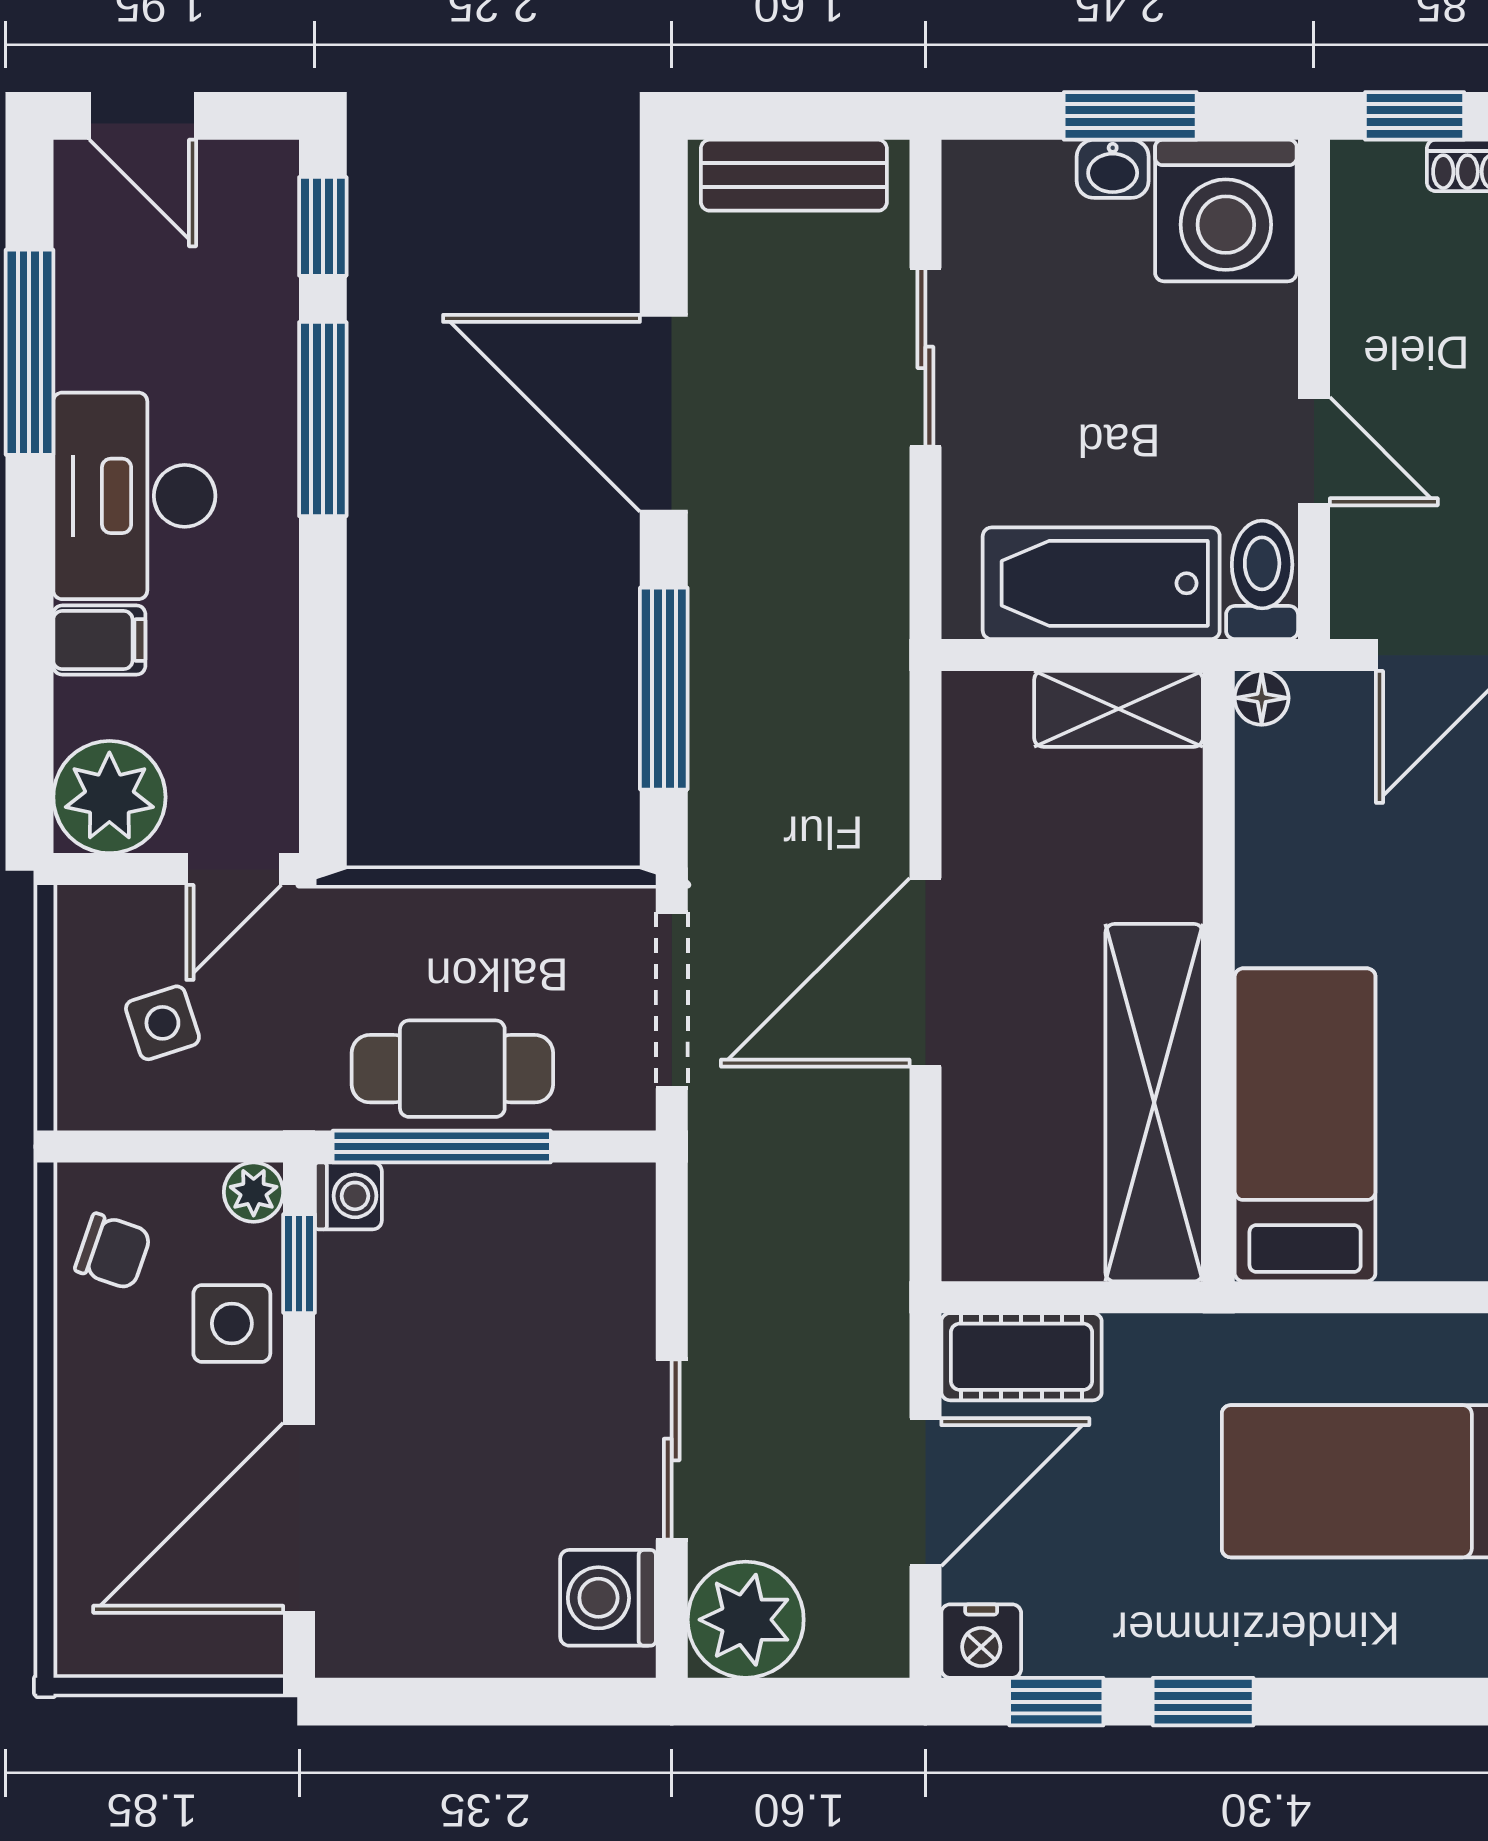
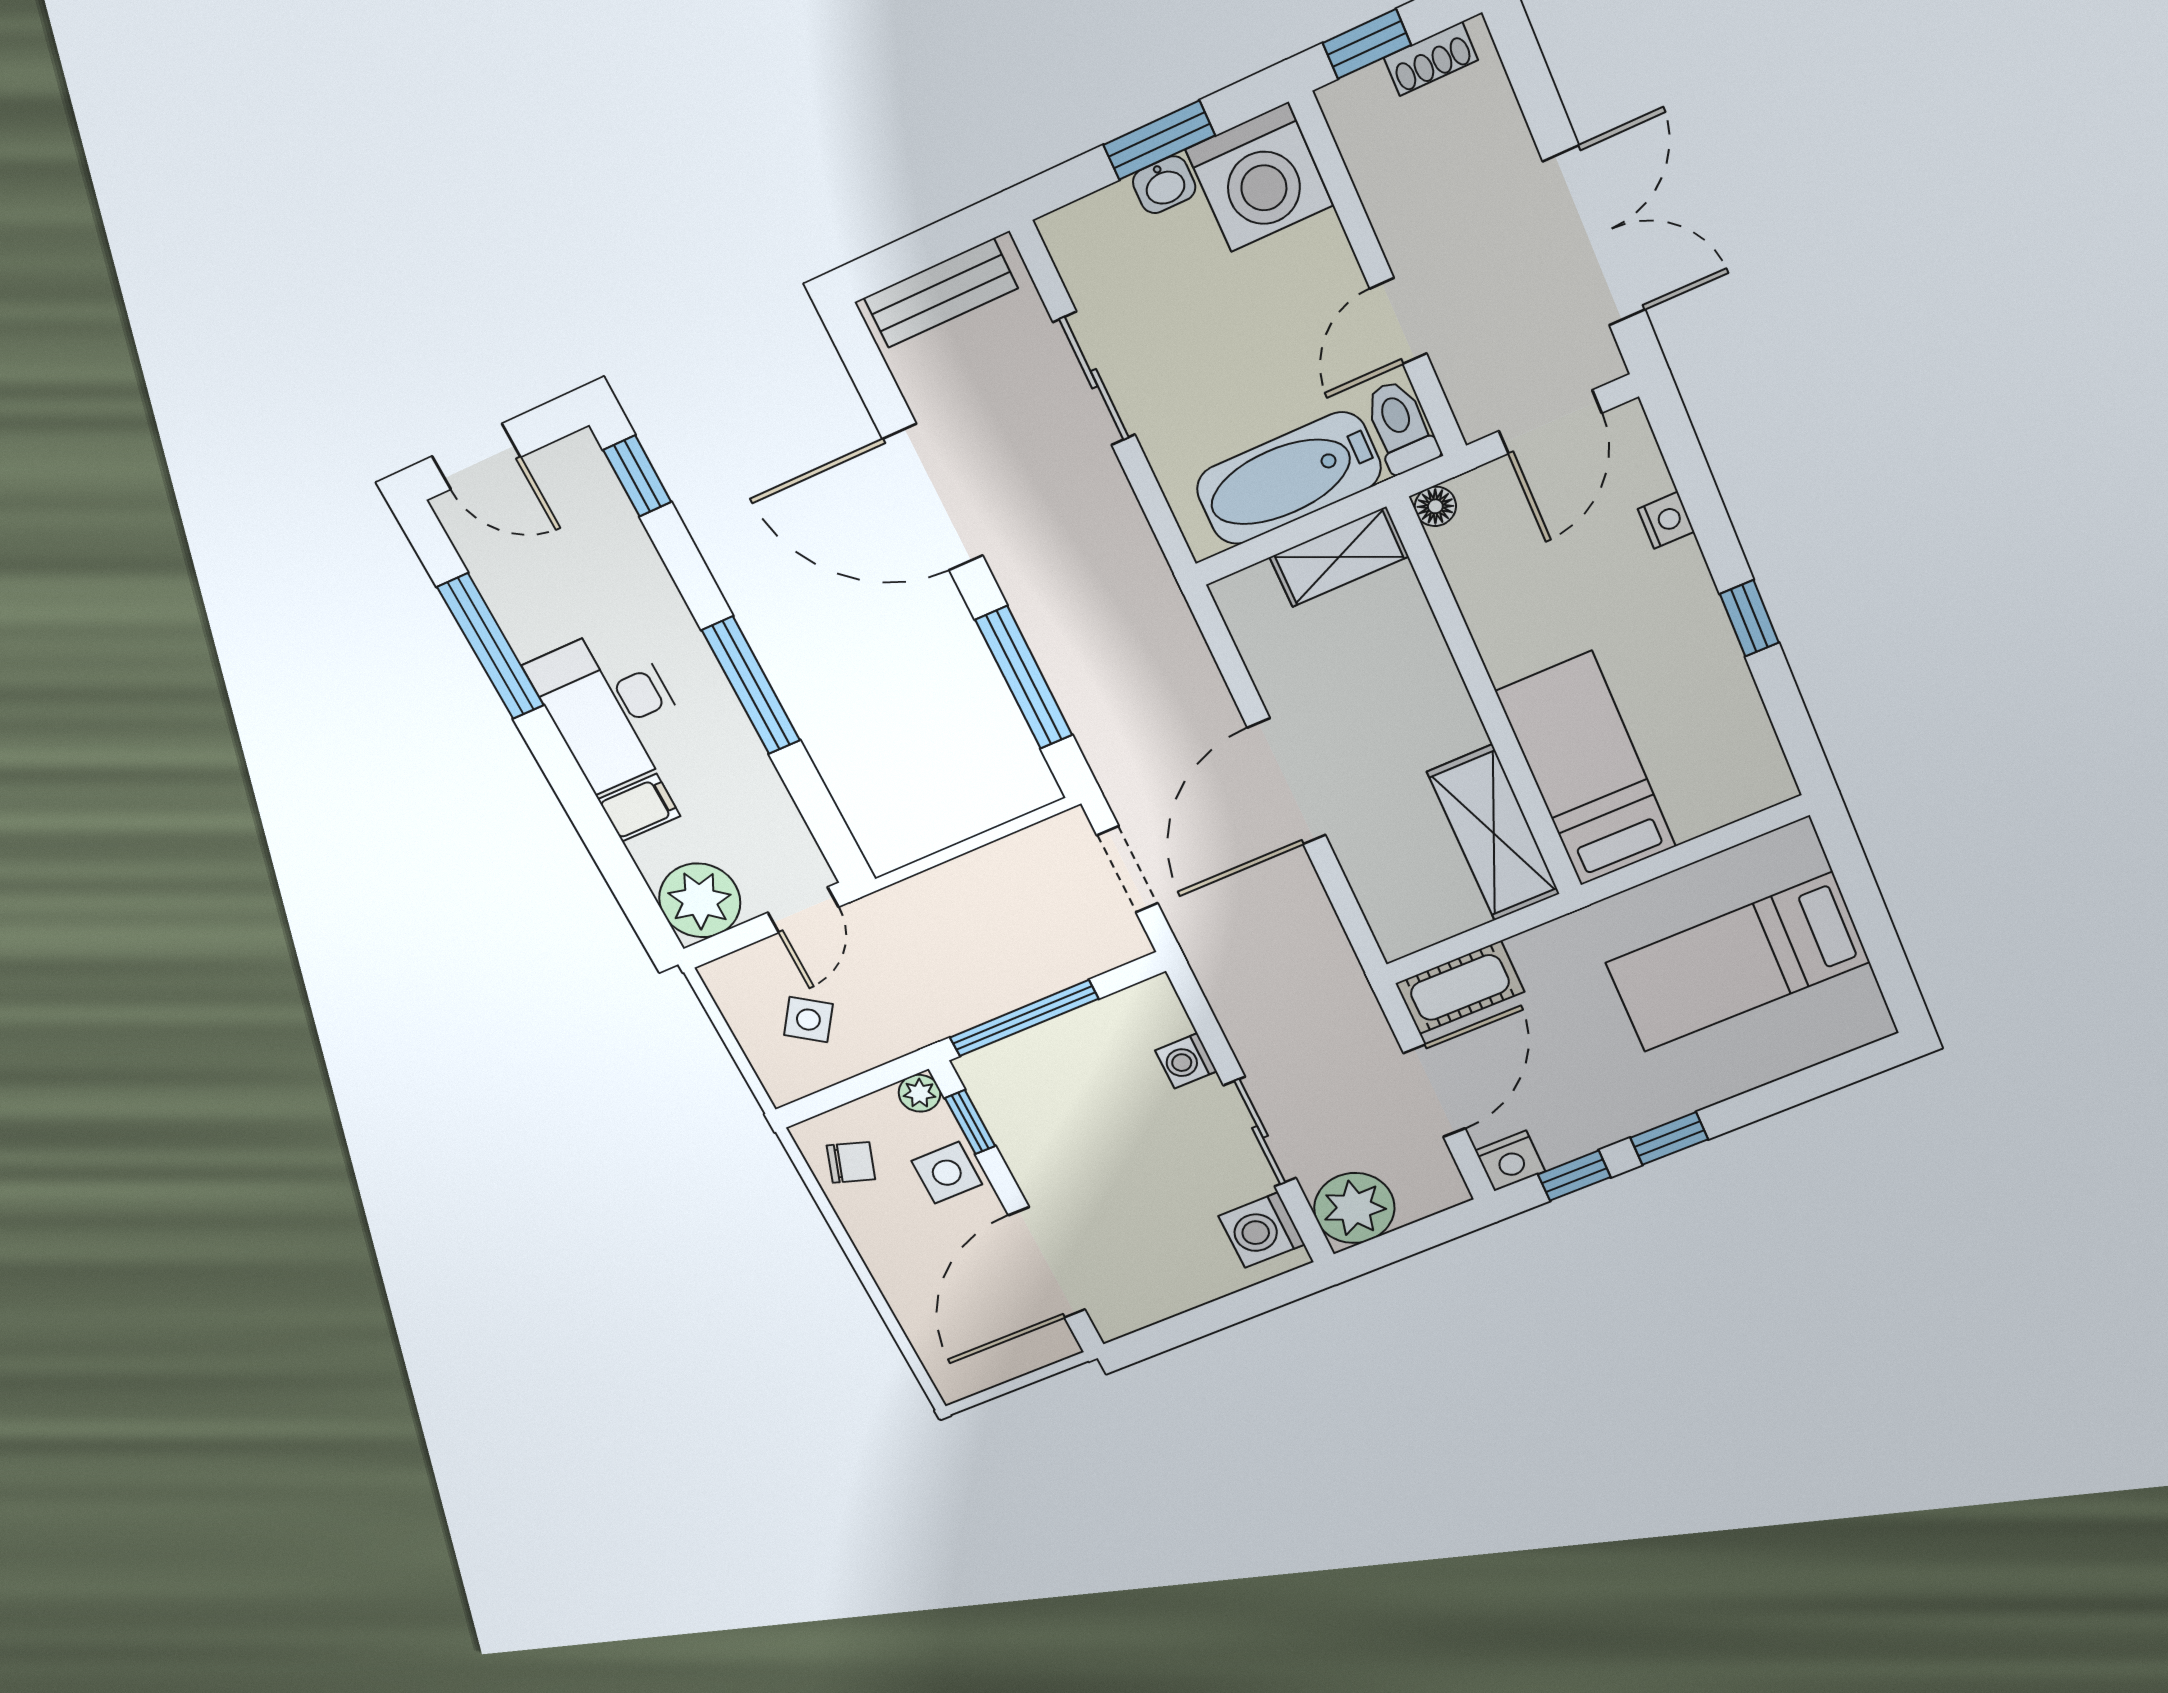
window: (323, 419) -> (751, 685), moved
door: (1314, 451) -> (1398, 321), swing flipped
doorway: (672, 1000) -> (1127, 869), width x0.73
side table: (162, 1023) -> (808, 1020), turned -37
cafe table: (452, 1069) -> (1007, 970), removed
shelving: (1154, 1103) -> (1494, 833), width x0.68
washing machine: (348, 1196) -> (1186, 1061), moved, turned 180

